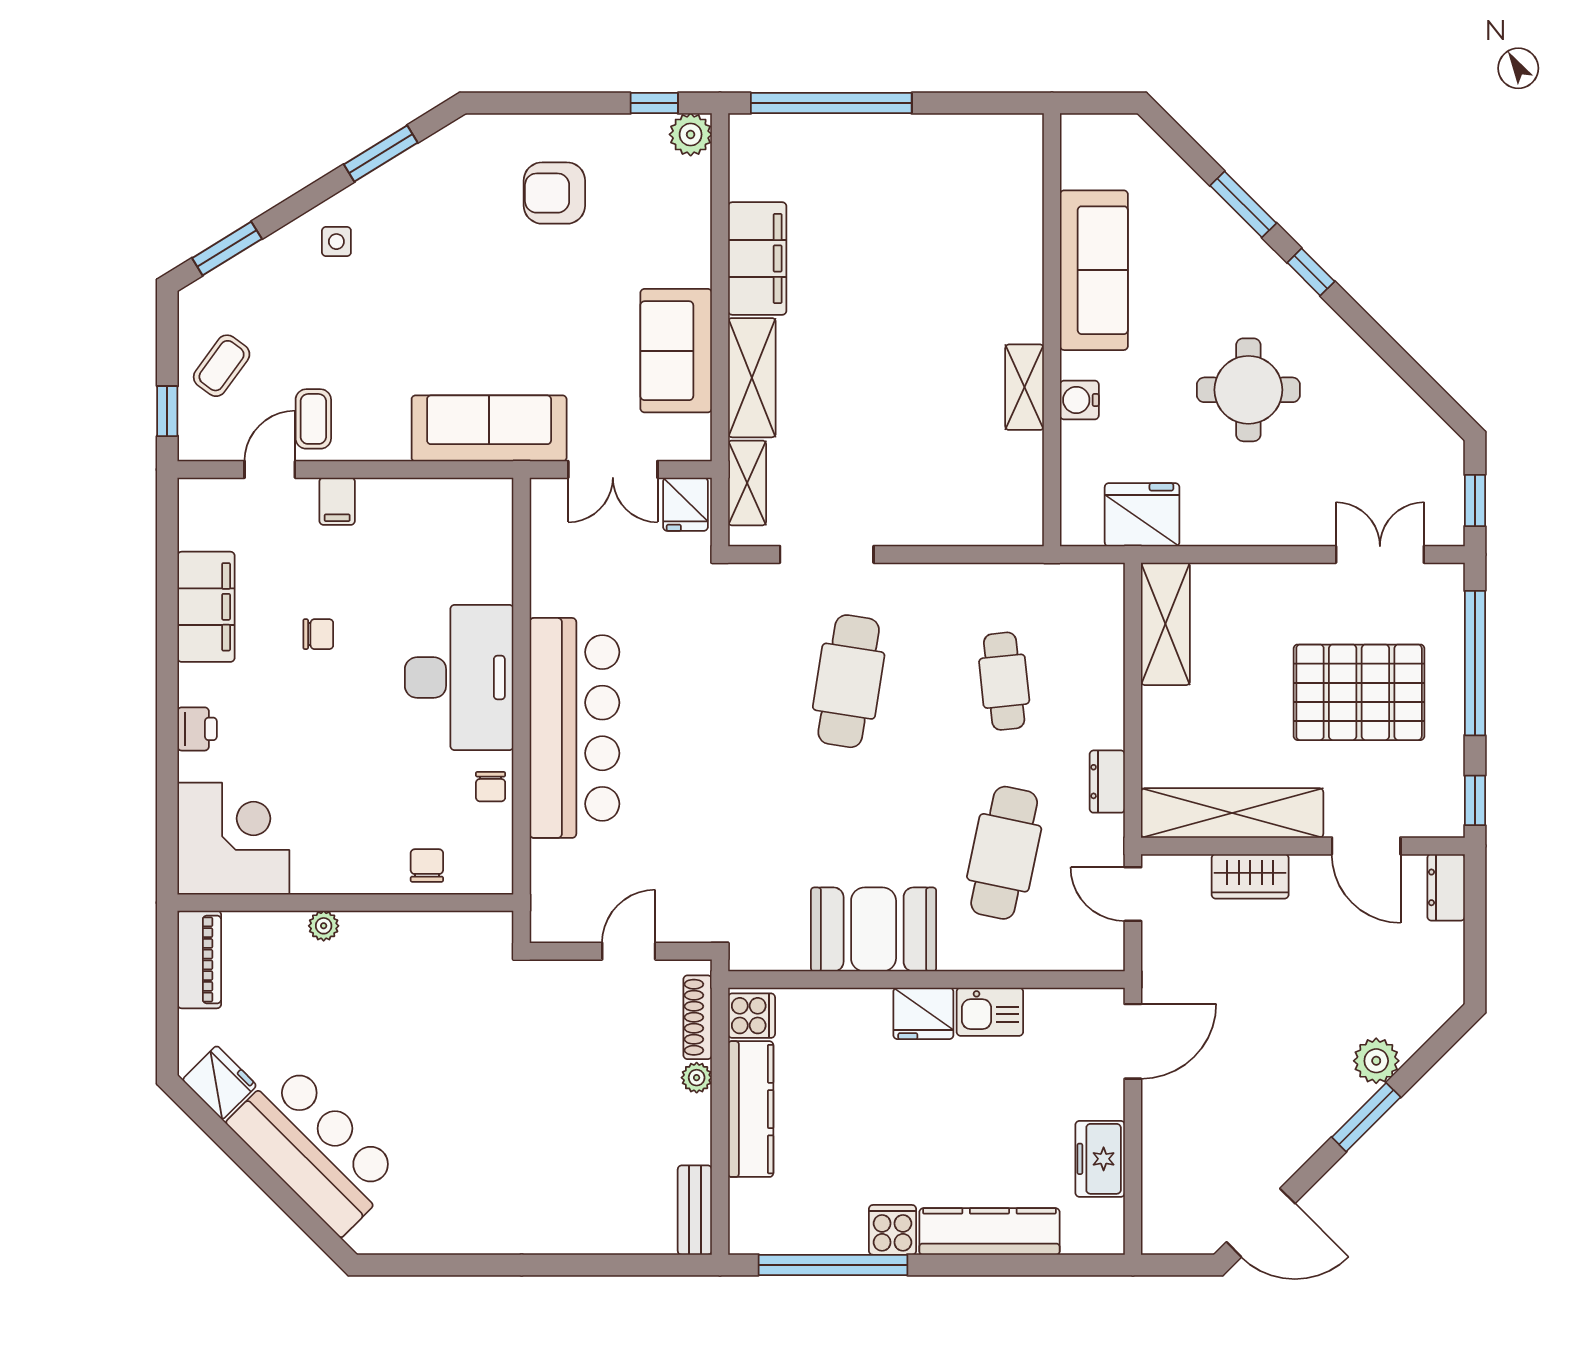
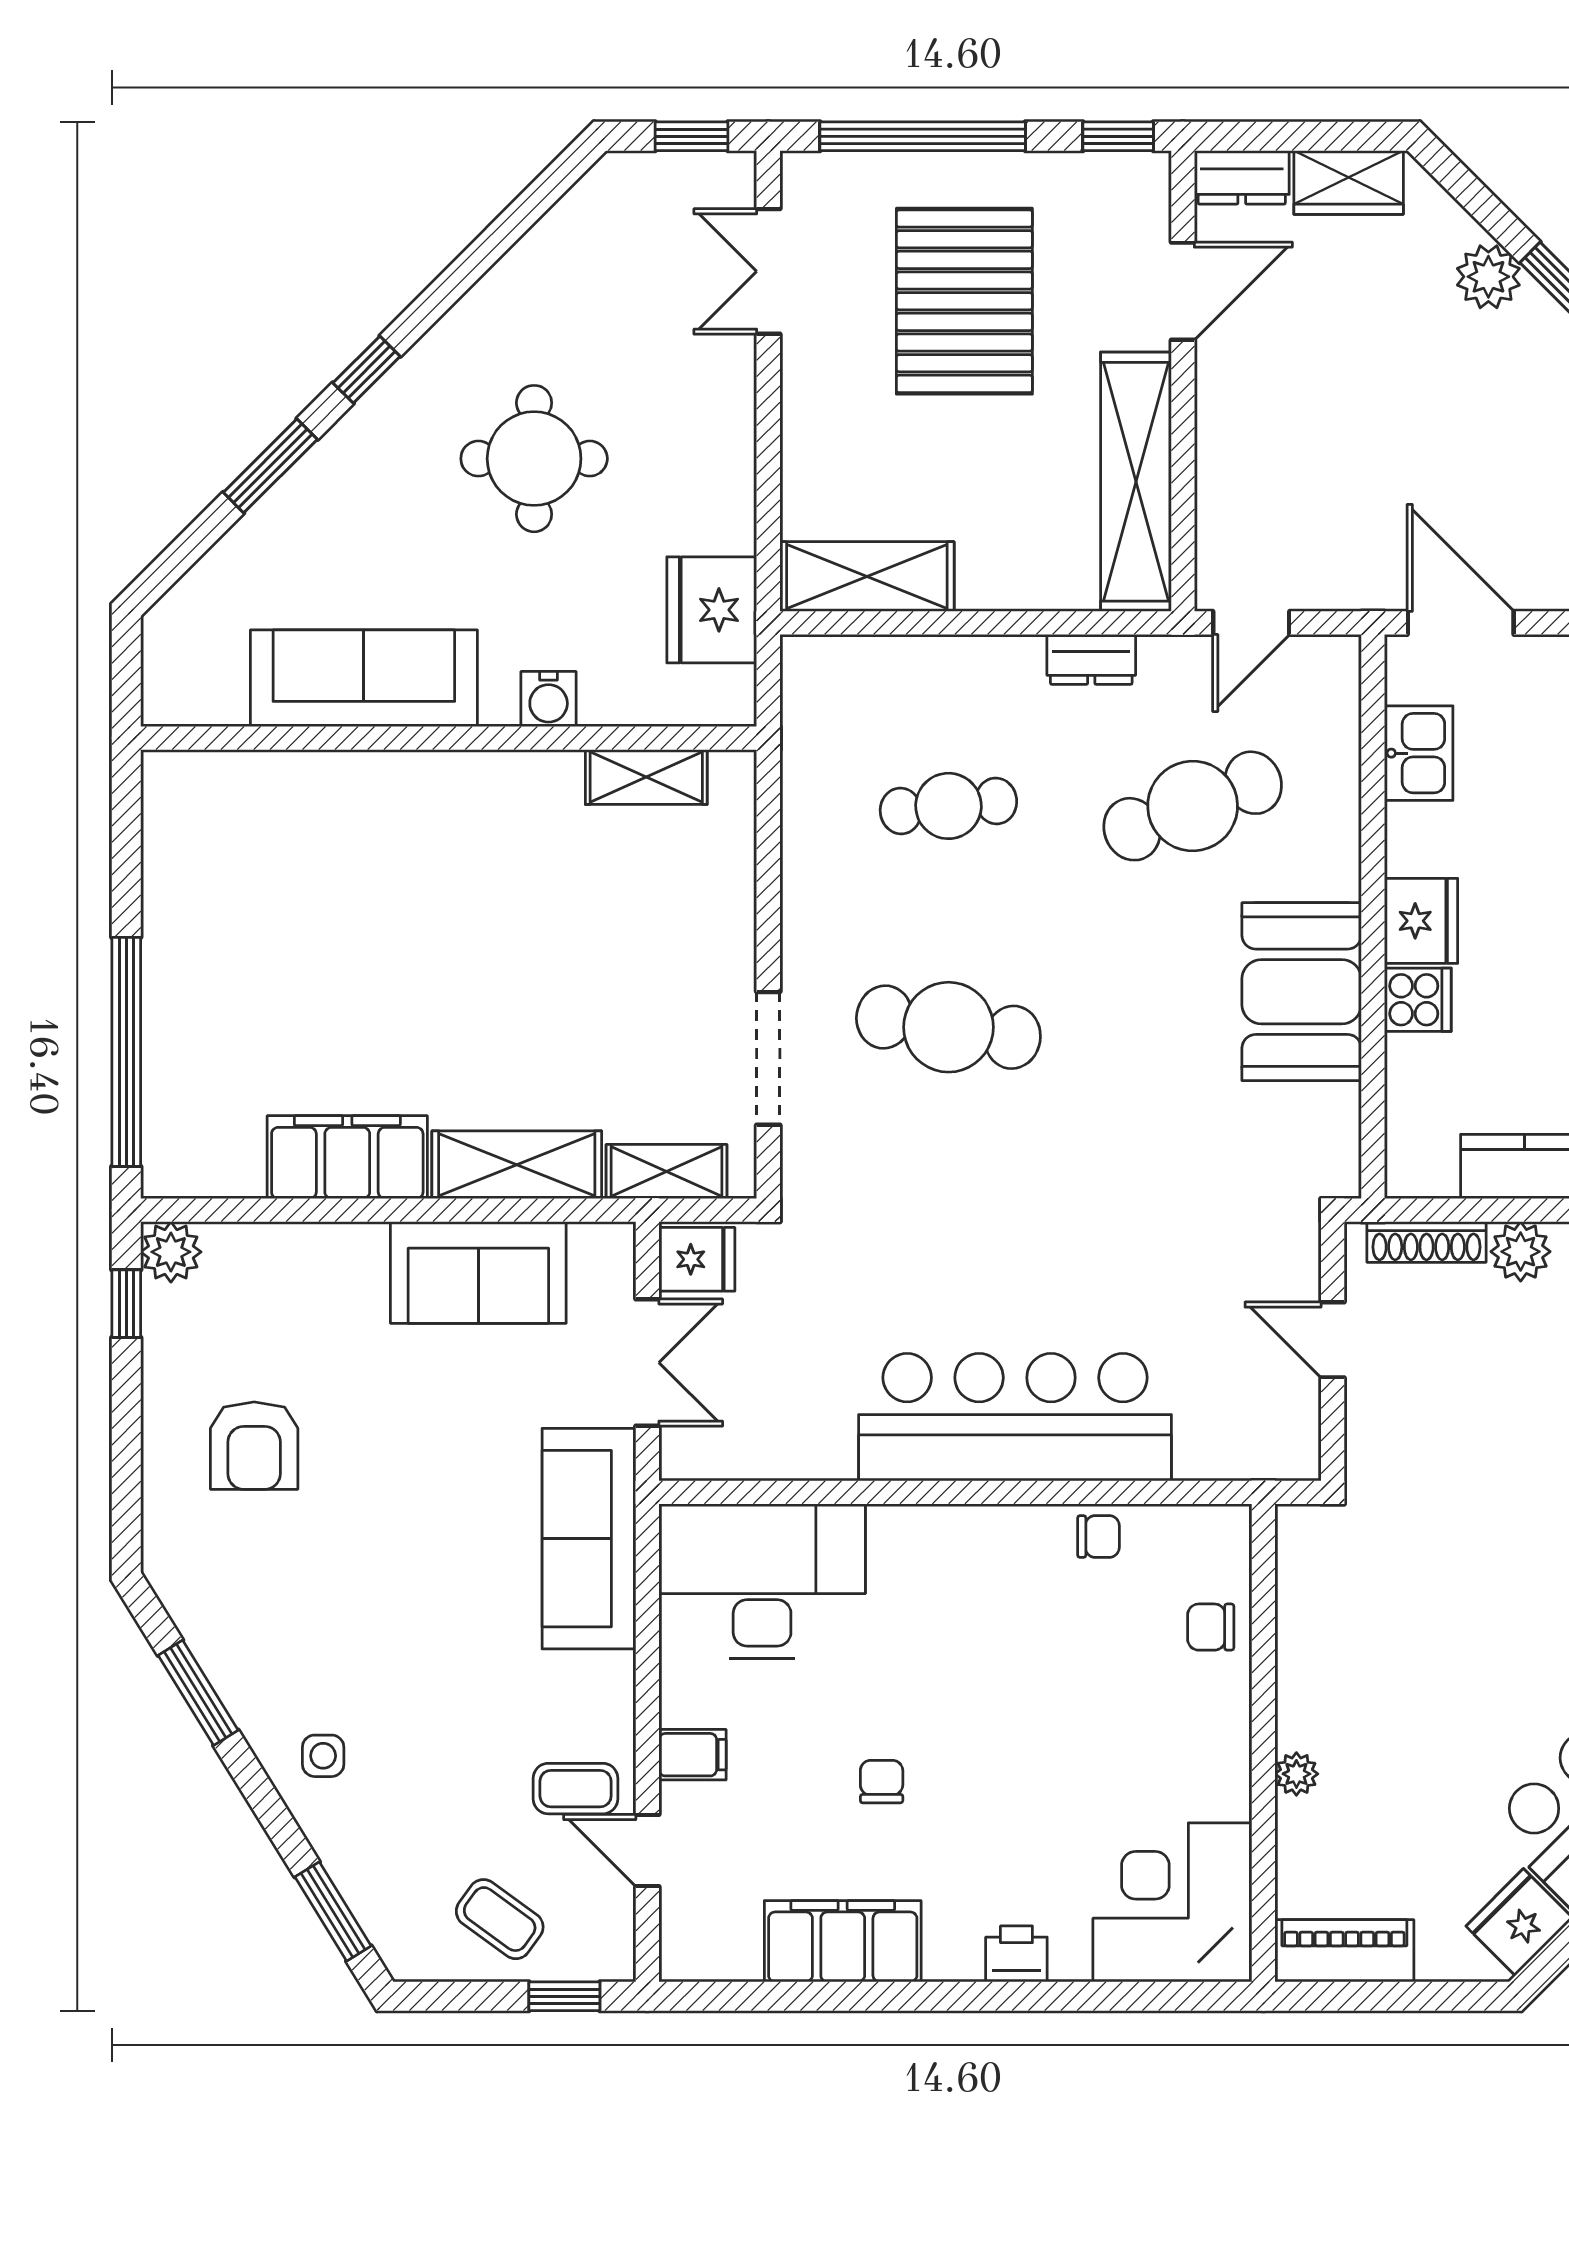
shelving: (1025, 387) -> (646, 777), moved
desk: (459, 678) -> (762, 1581), moved
cafe table: (1004, 853) -> (1193, 806), turned -33
wardrobe: (1250, 876) -> (1349, 182), moved, turned 90
kitchen sink: (990, 1012) -> (1419, 753), moved
cooker: (752, 1016) -> (1418, 1000), moved, turned 90
plant: (697, 1078) -> (1521, 1252), width x1.38, depth x1.38

